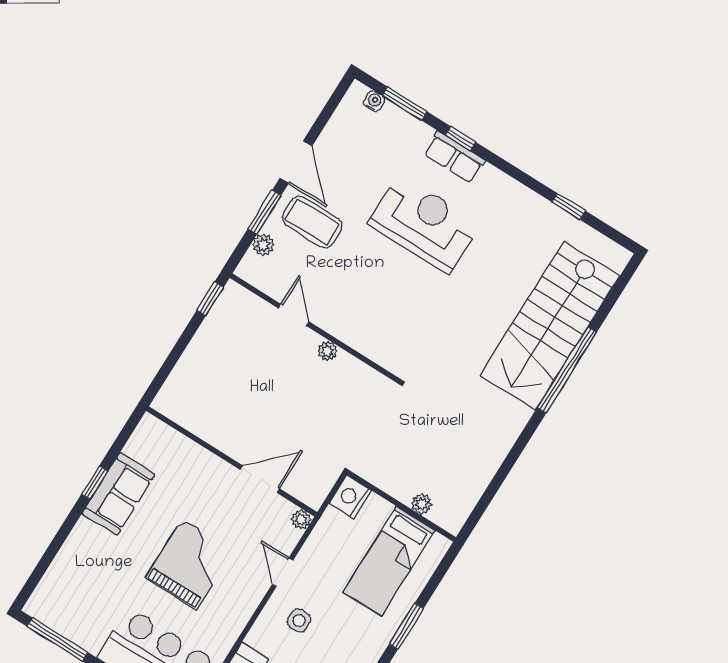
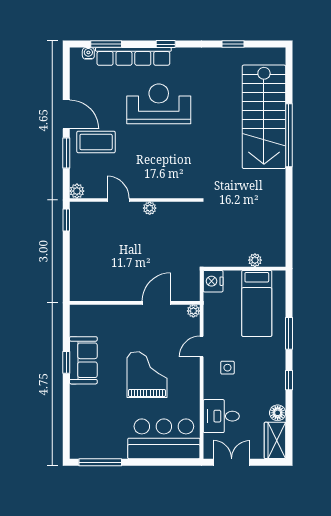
window: (461, 139) -> (166, 44), moved
row of seats: (454, 157) -> (133, 56), width x2.02
plant: (263, 245) -> (77, 191), moved
door: (283, 572) -> (202, 347), hinge flipped

